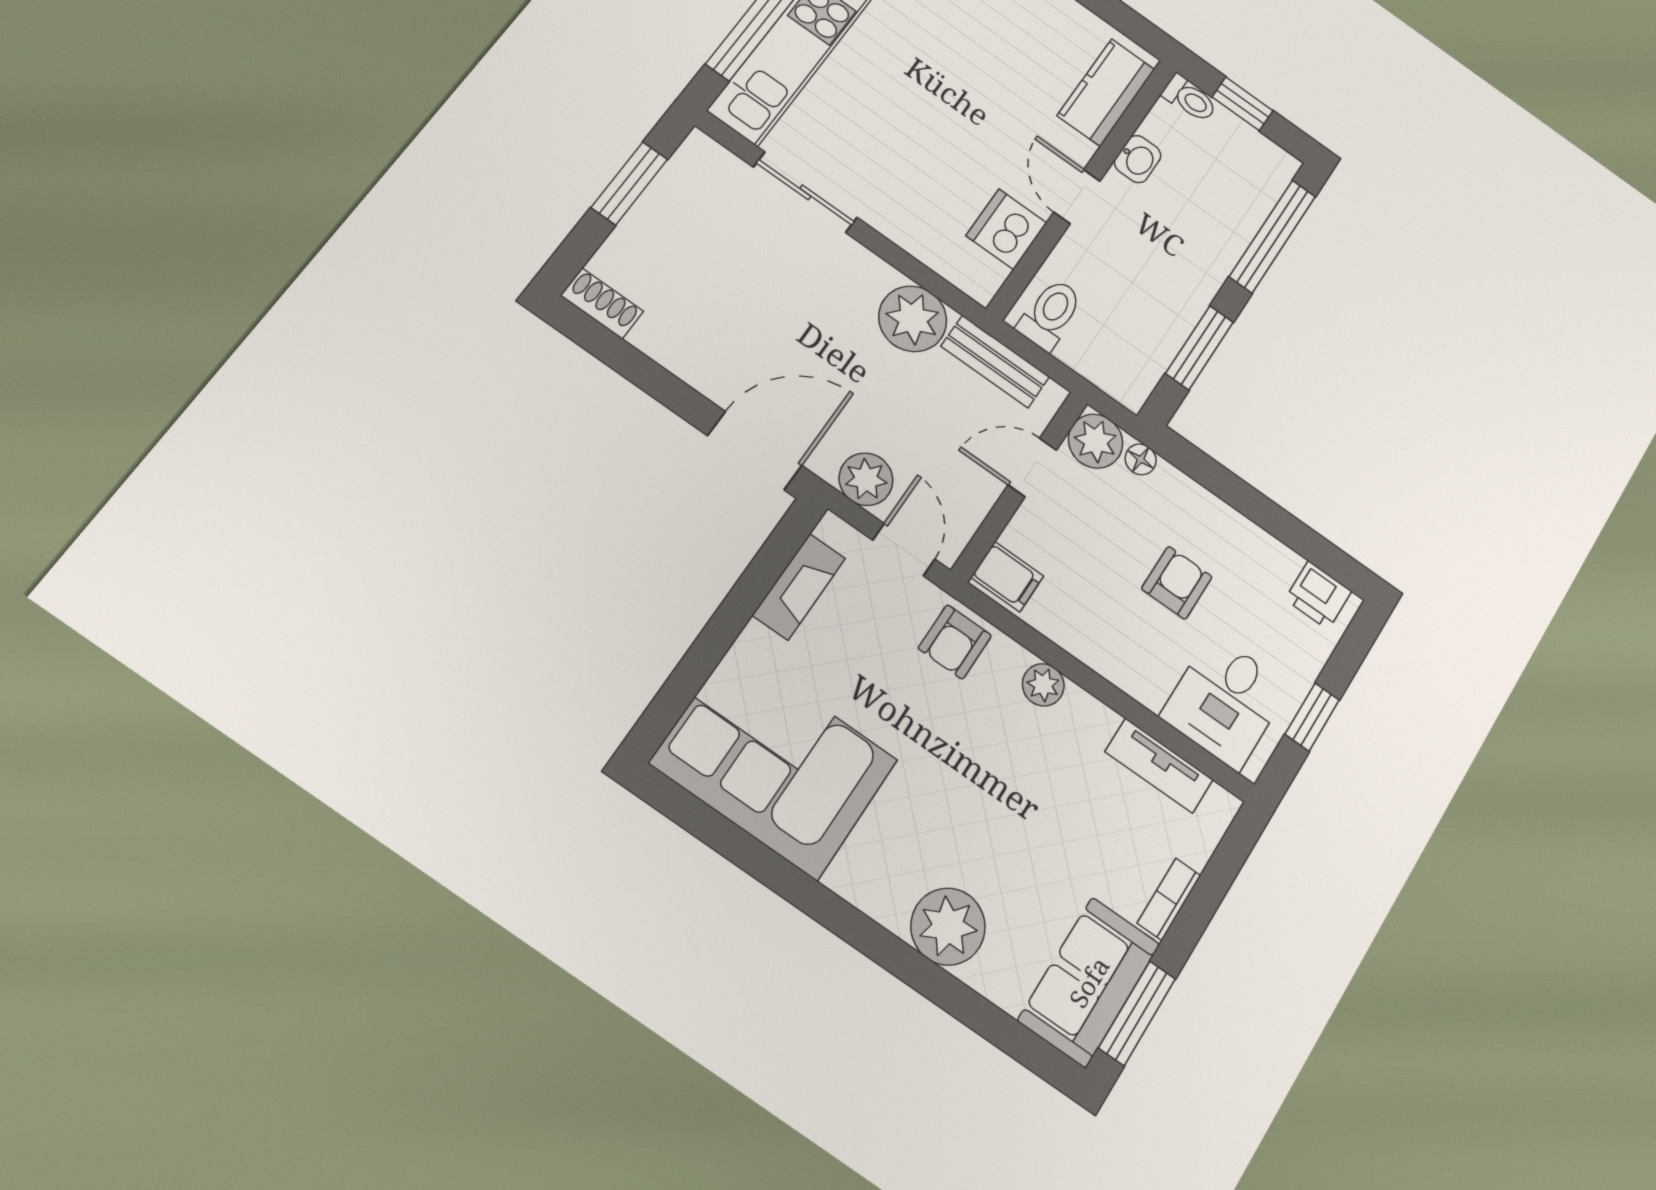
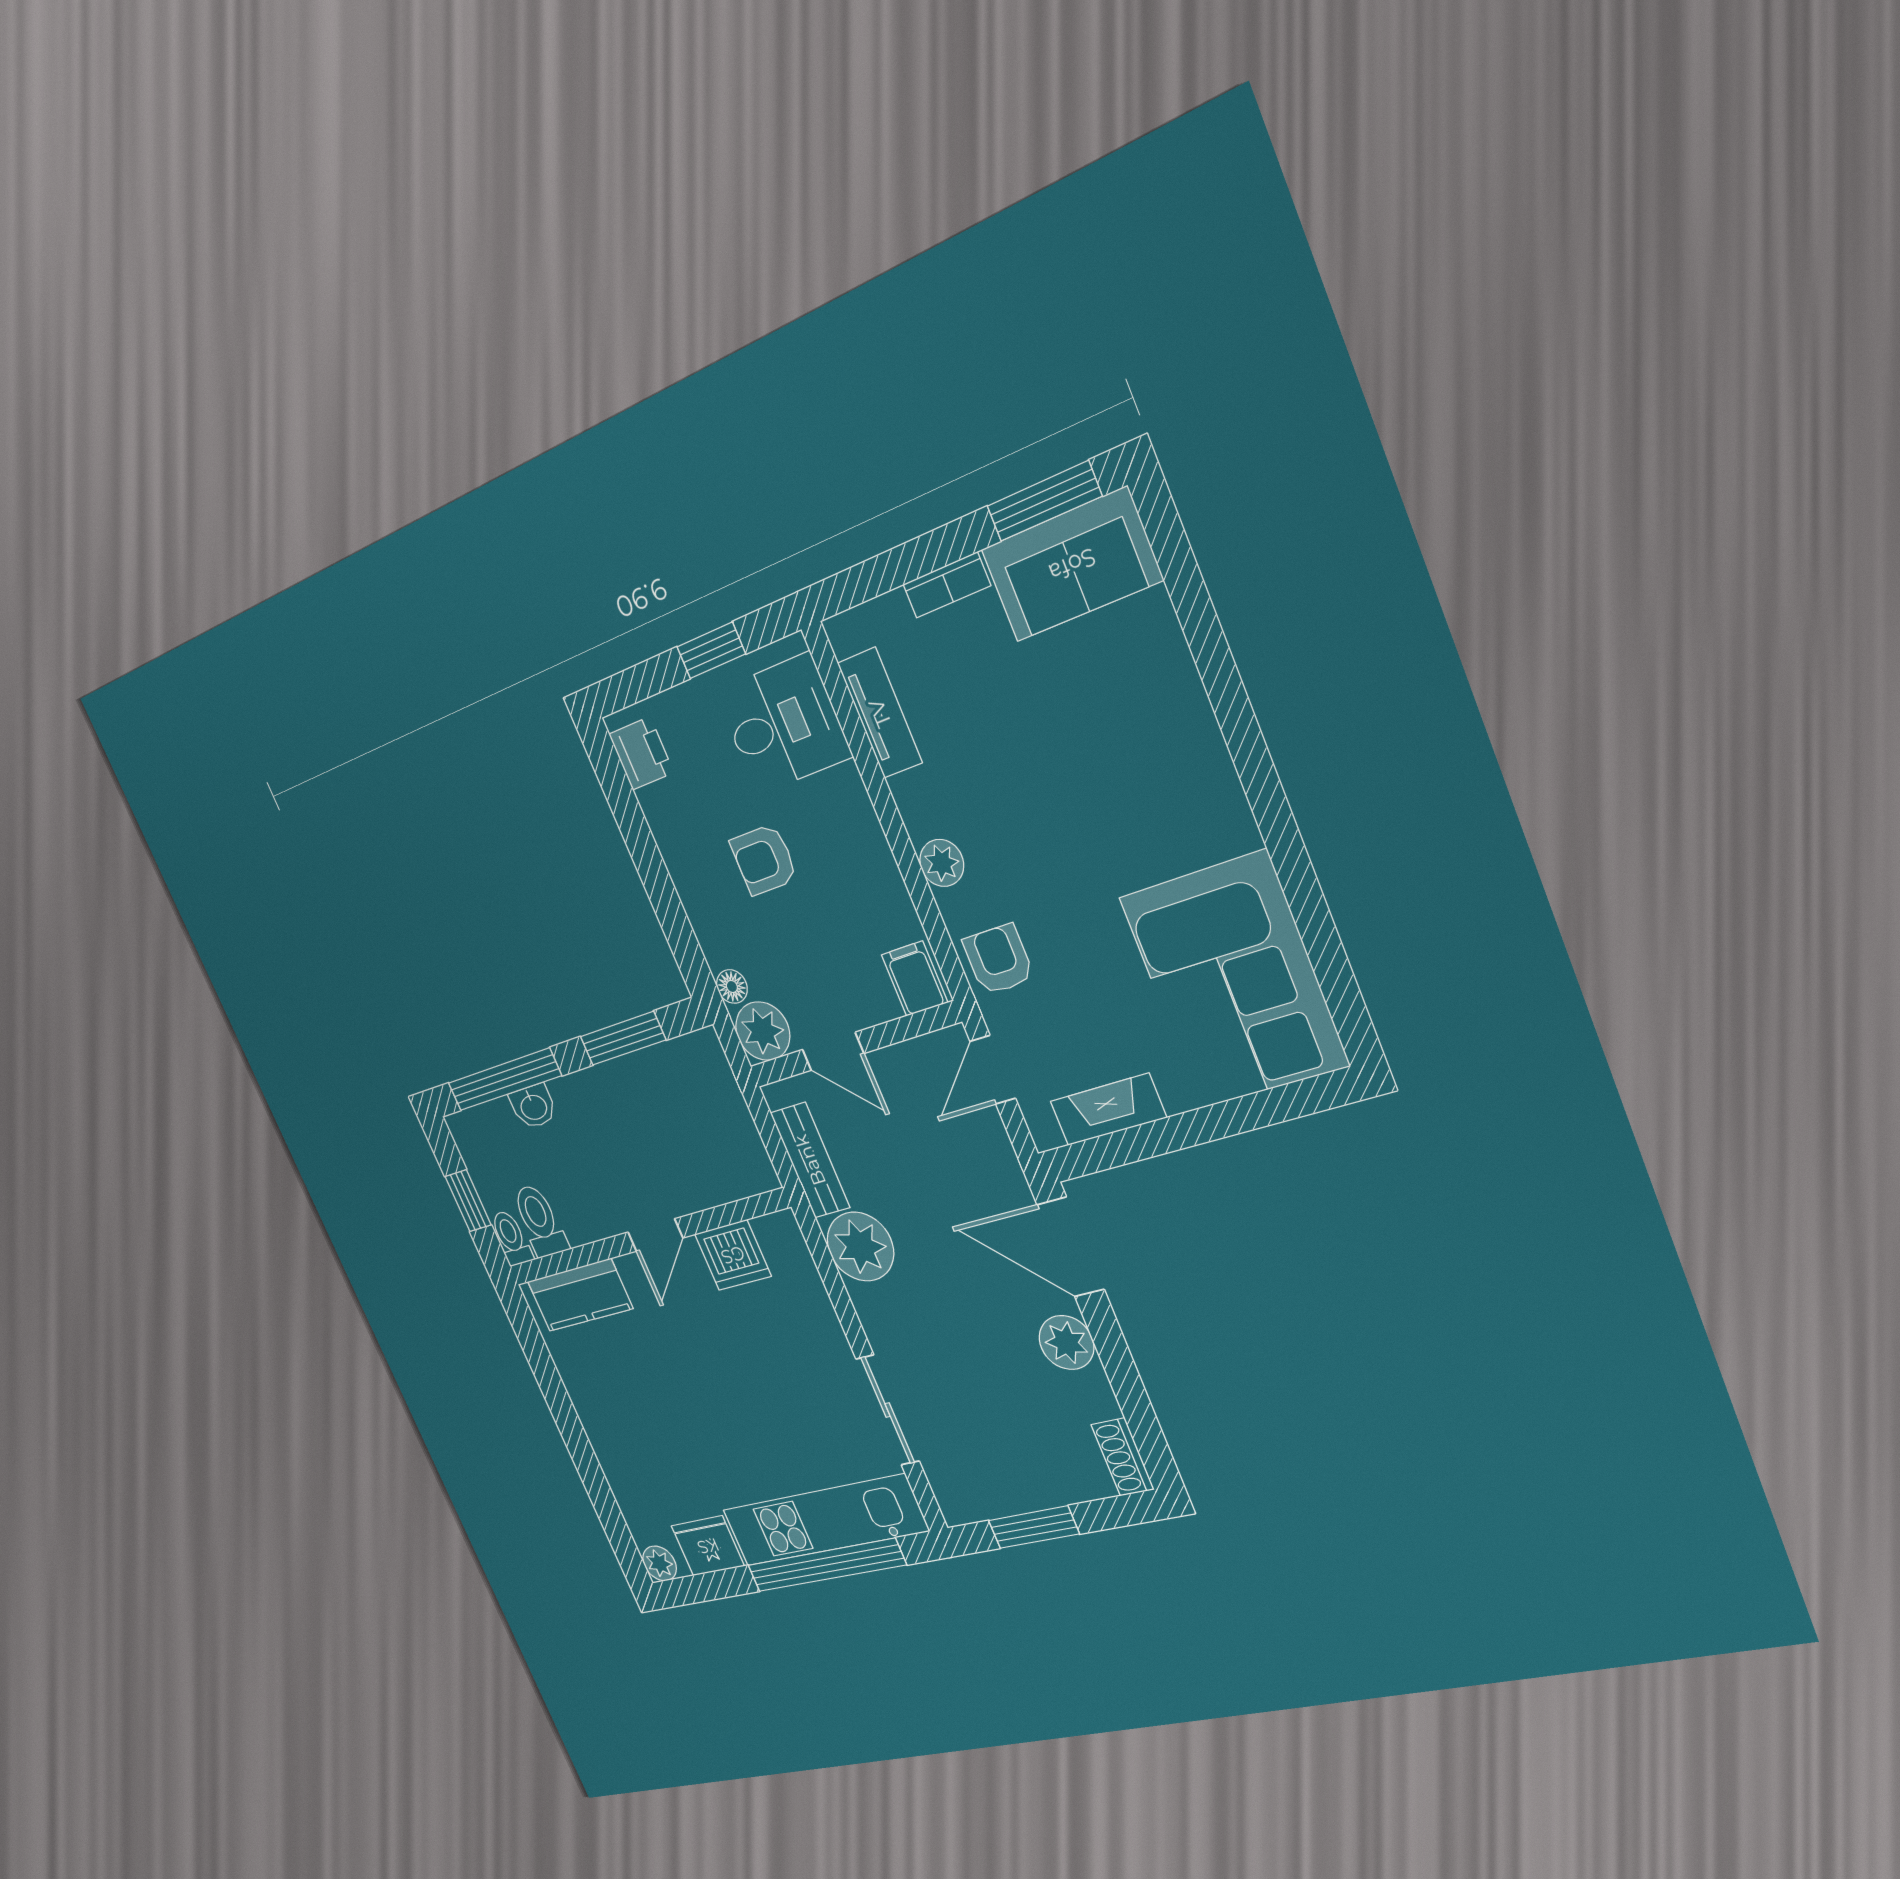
washbasin: (1138, 159) -> (533, 1106), moved, turned 180
toilet: (1050, 314) -> (540, 1221), moved, turned 90
plant: (866, 479) -> (1066, 1343), moved
armchair: (955, 642) -> (998, 959), turned -90
plant: (948, 927) -> (1172, 716), removed

